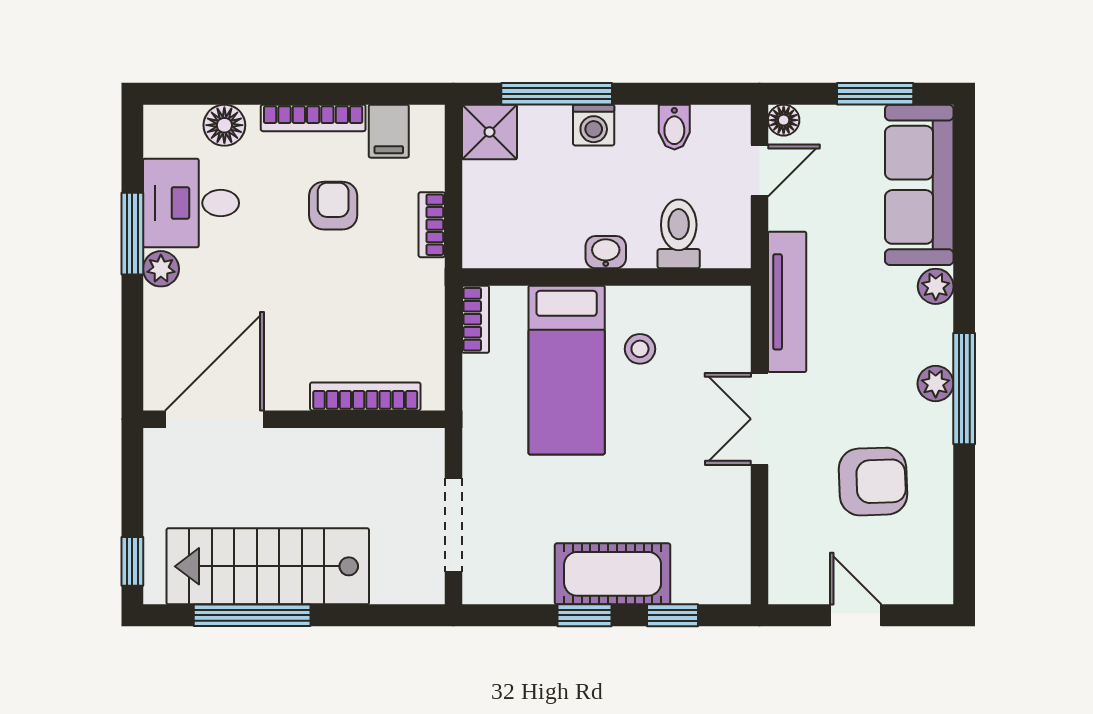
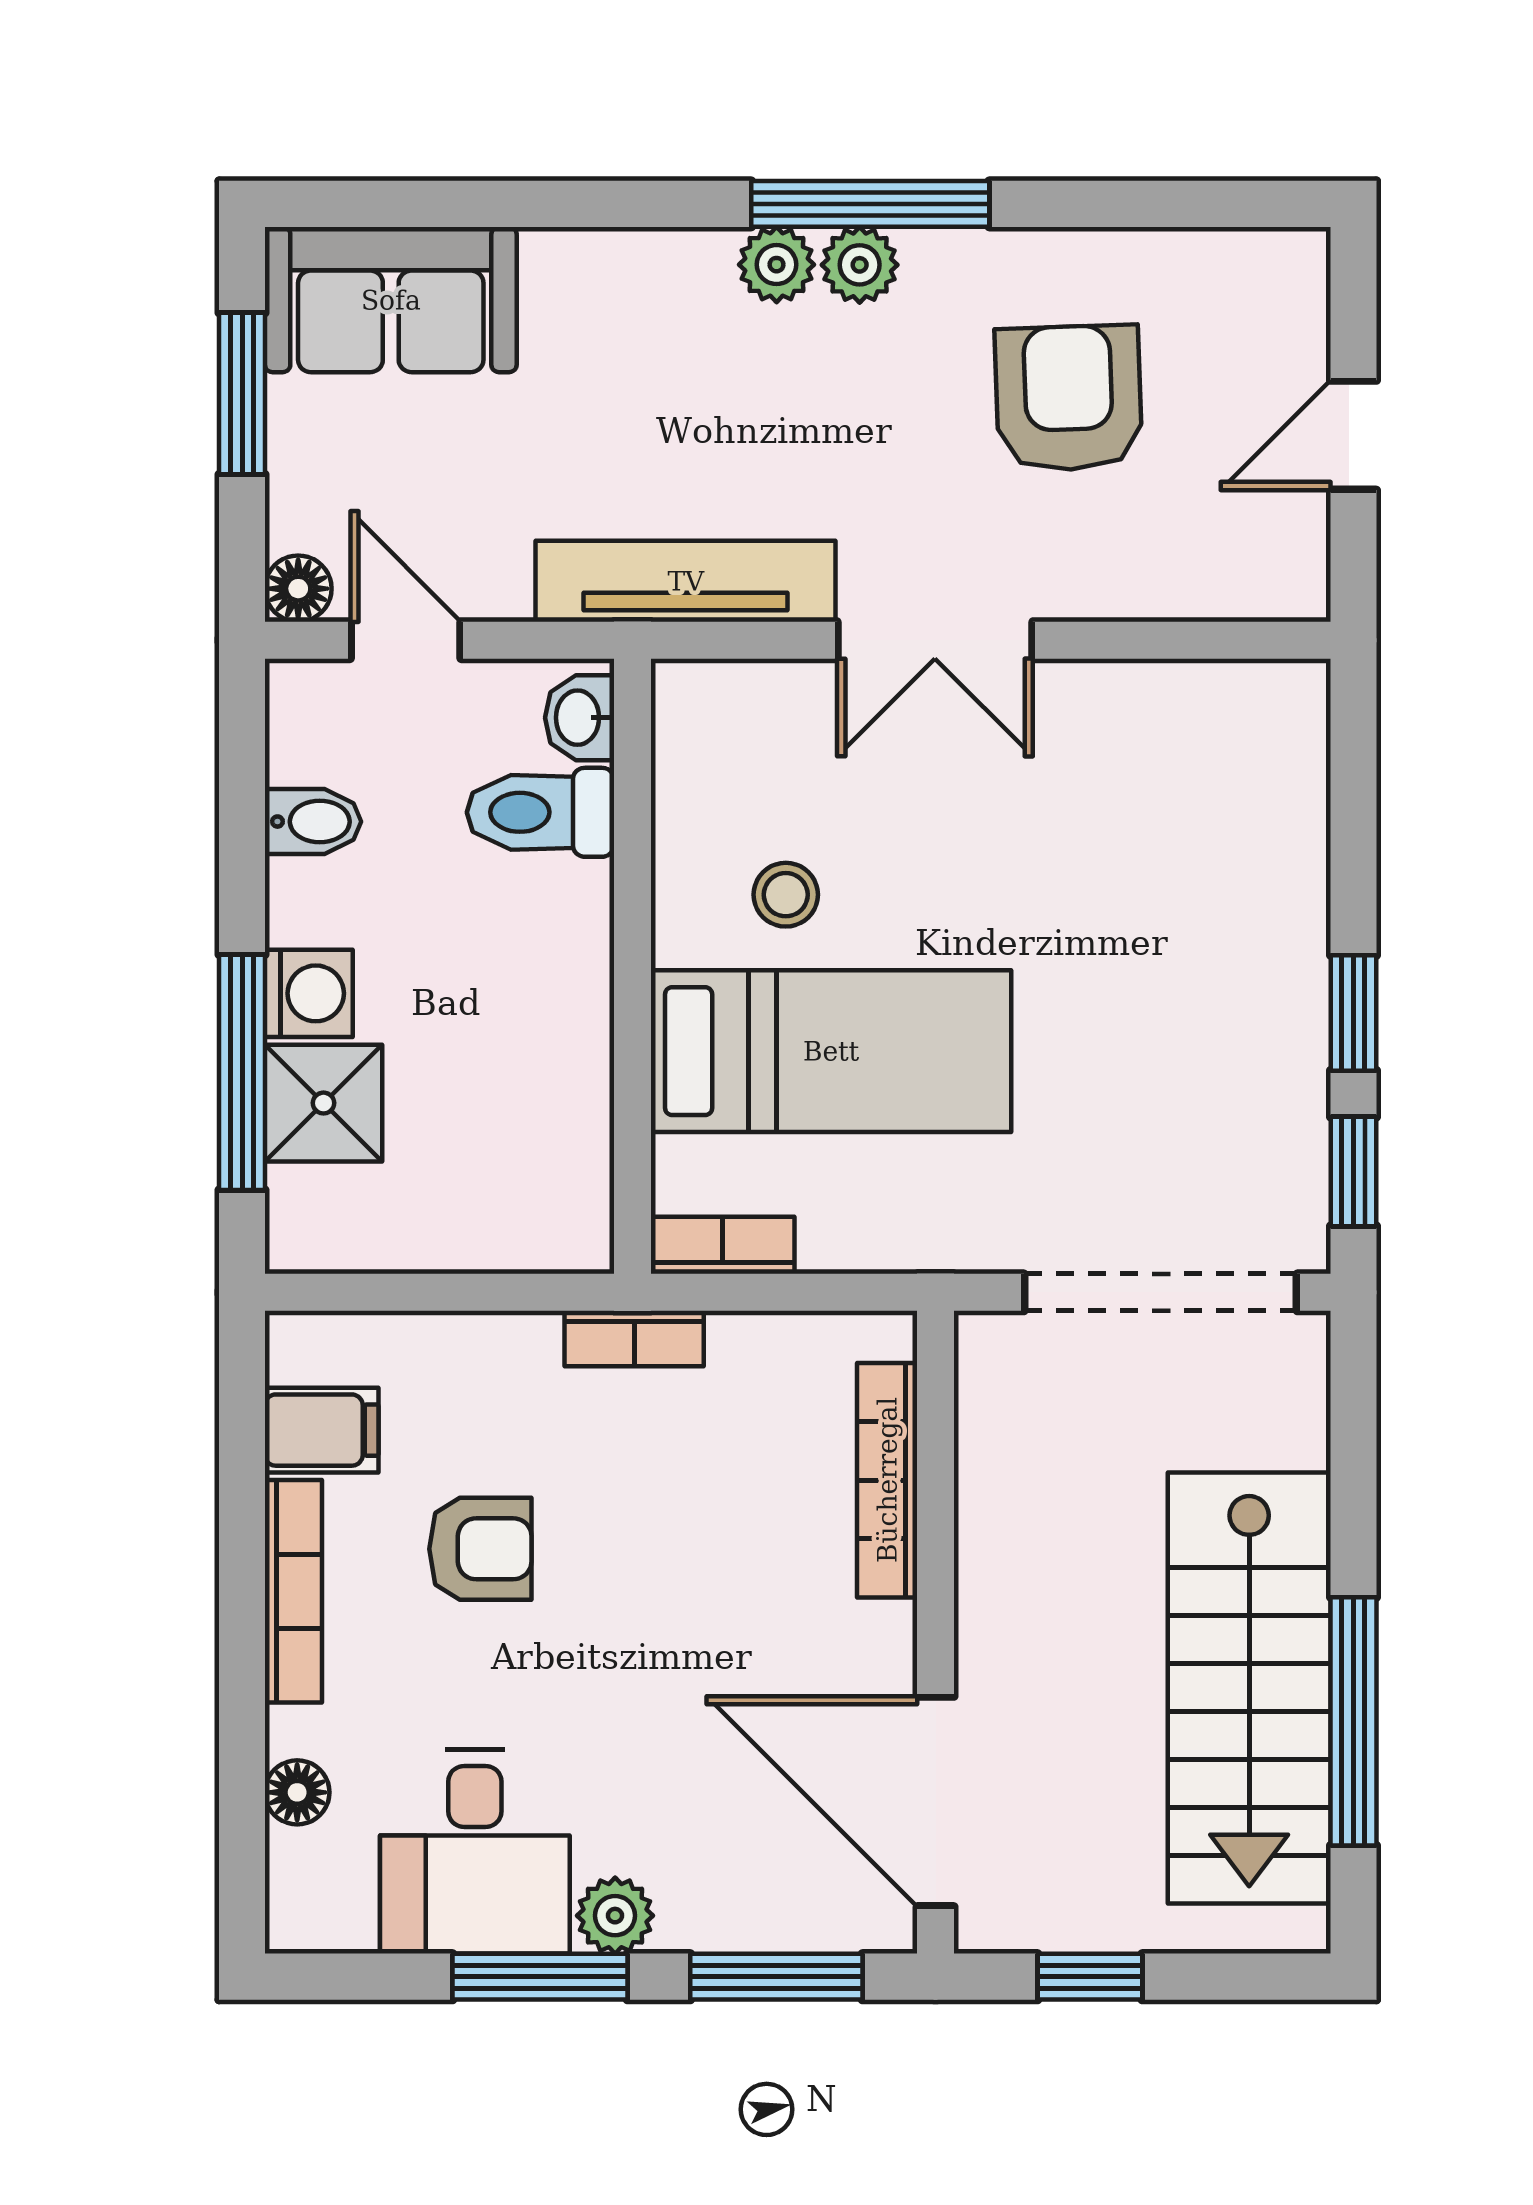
floor lamp: (224, 125) -> (297, 1792), width x0.73, depth x0.73
shower: (489, 132) -> (323, 1103), moved
sofa: (919, 185) -> (391, 300), width x0.73
armchair: (333, 206) -> (480, 1549), turned 180
bookcase: (432, 225) -> (634, 1339), moved
washbasin: (606, 252) -> (580, 718), moved
plant: (936, 286) -> (777, 265), moved
window: (132, 344) -> (776, 1977), added
doorway: (453, 525) -> (1161, 1292), width x1.36
window: (132, 561) -> (1090, 1977), moved
cot: (613, 574) -> (1265, 953), removed
window: (673, 615) -> (1353, 1171), moved

